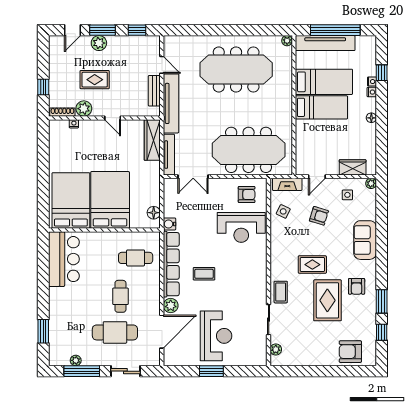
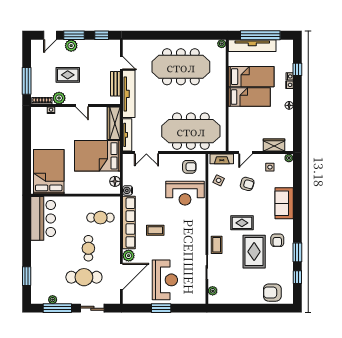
window: (43, 87) -> (27, 81), width x2.17
bed: (110, 200) -> (97, 156), moved, turned -90

